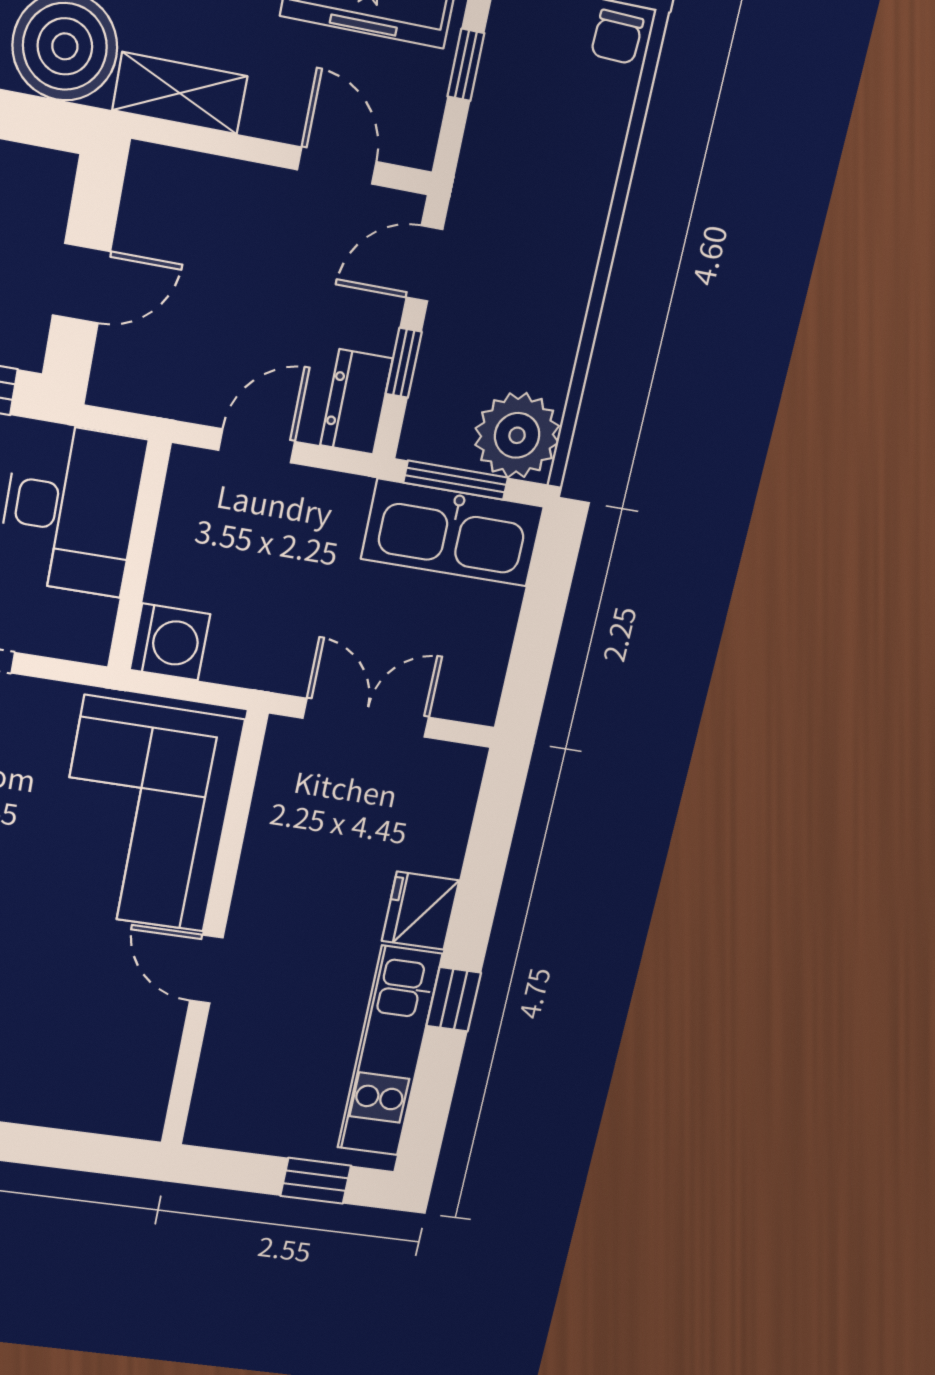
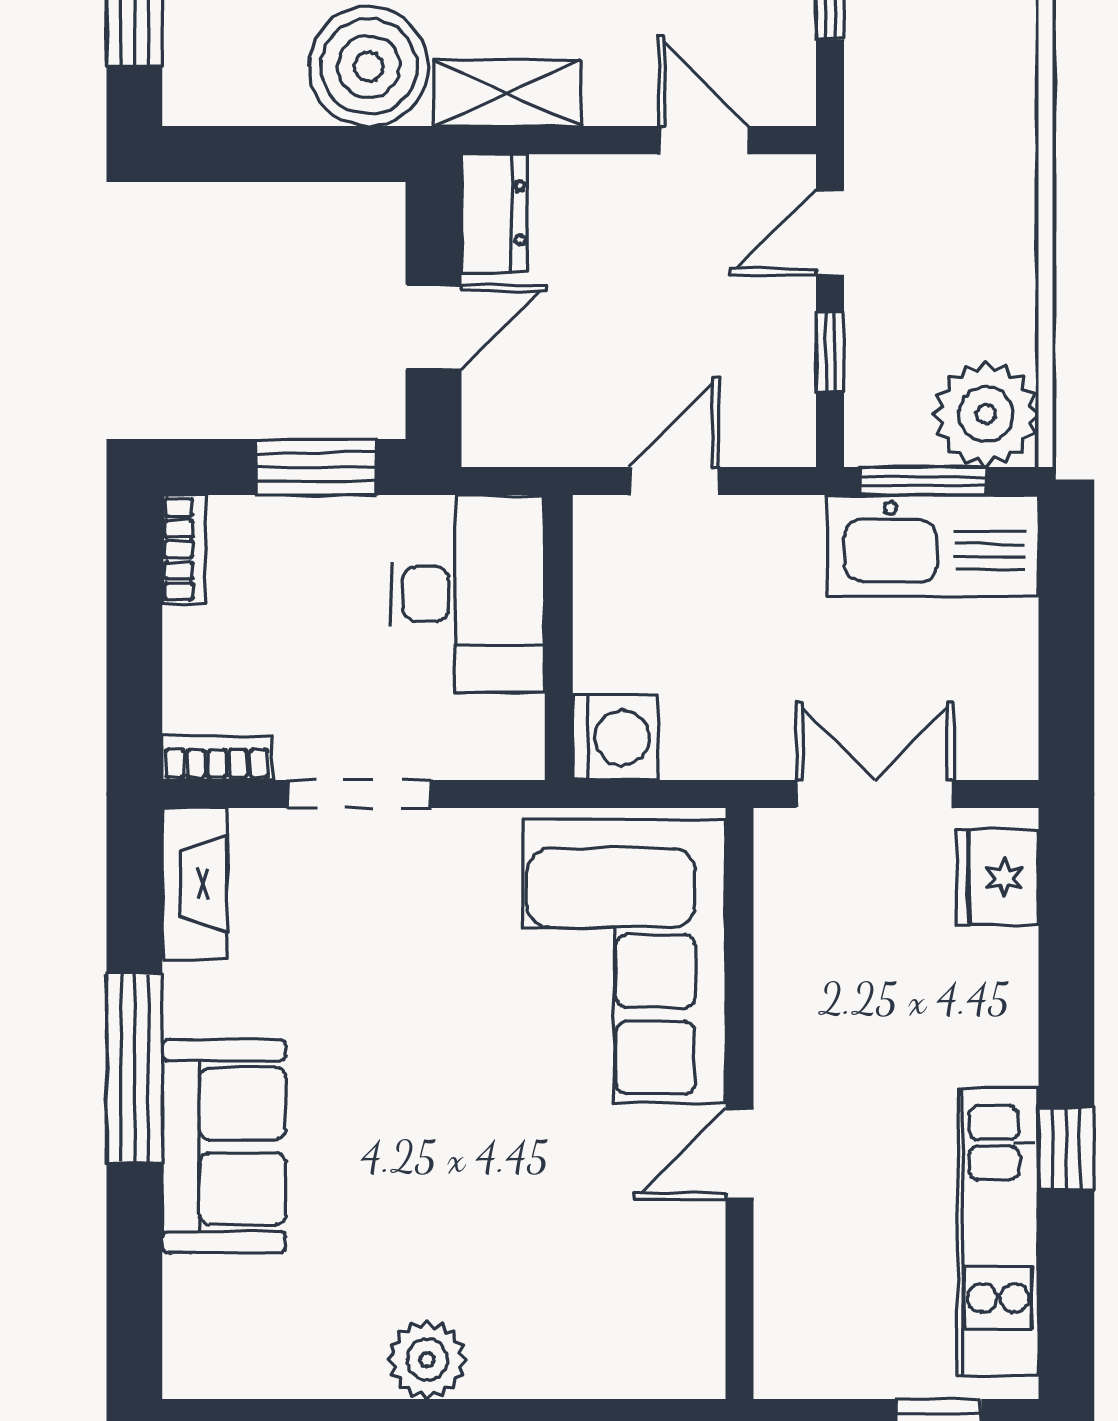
dresser: (356, 402) -> (494, 213), moved, turned 180
fridge: (420, 911) -> (997, 877), moved
door: (206, 969) -> (740, 1154), hinge flipped

